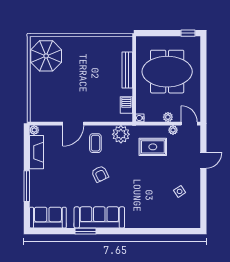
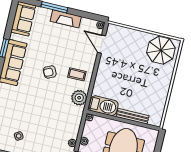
barbecue: (126, 105) -> (104, 106), width x1.88, depth x1.53
door: (73, 124) -> (102, 44), moved
rug: (153, 147) -> (62, 122), removed
fireplace: (37, 152) -> (66, 19), moved

